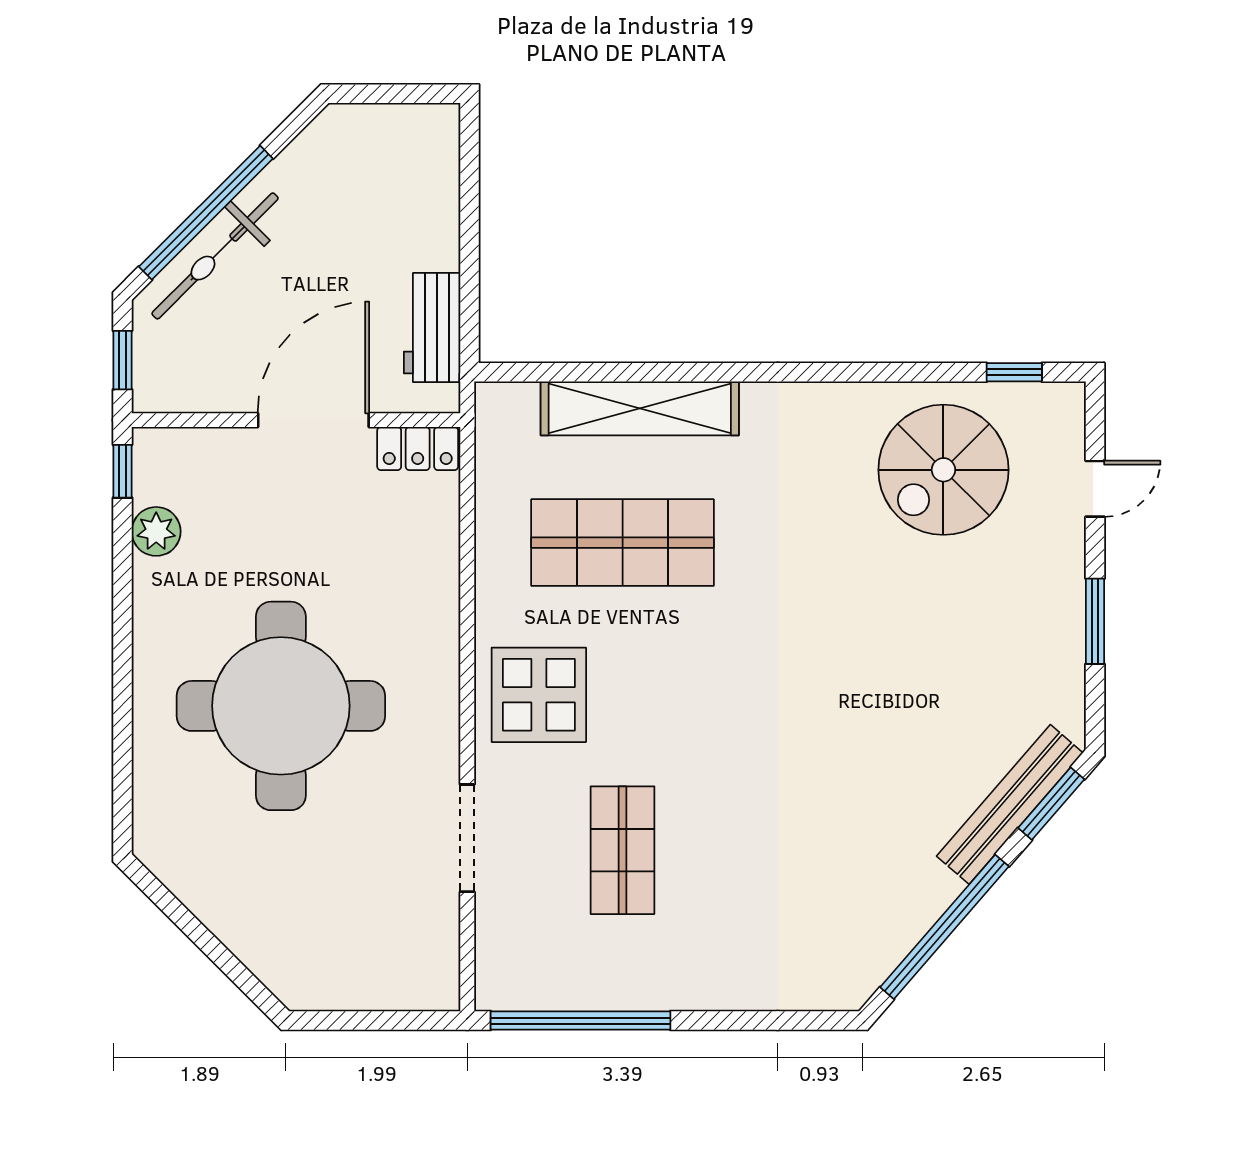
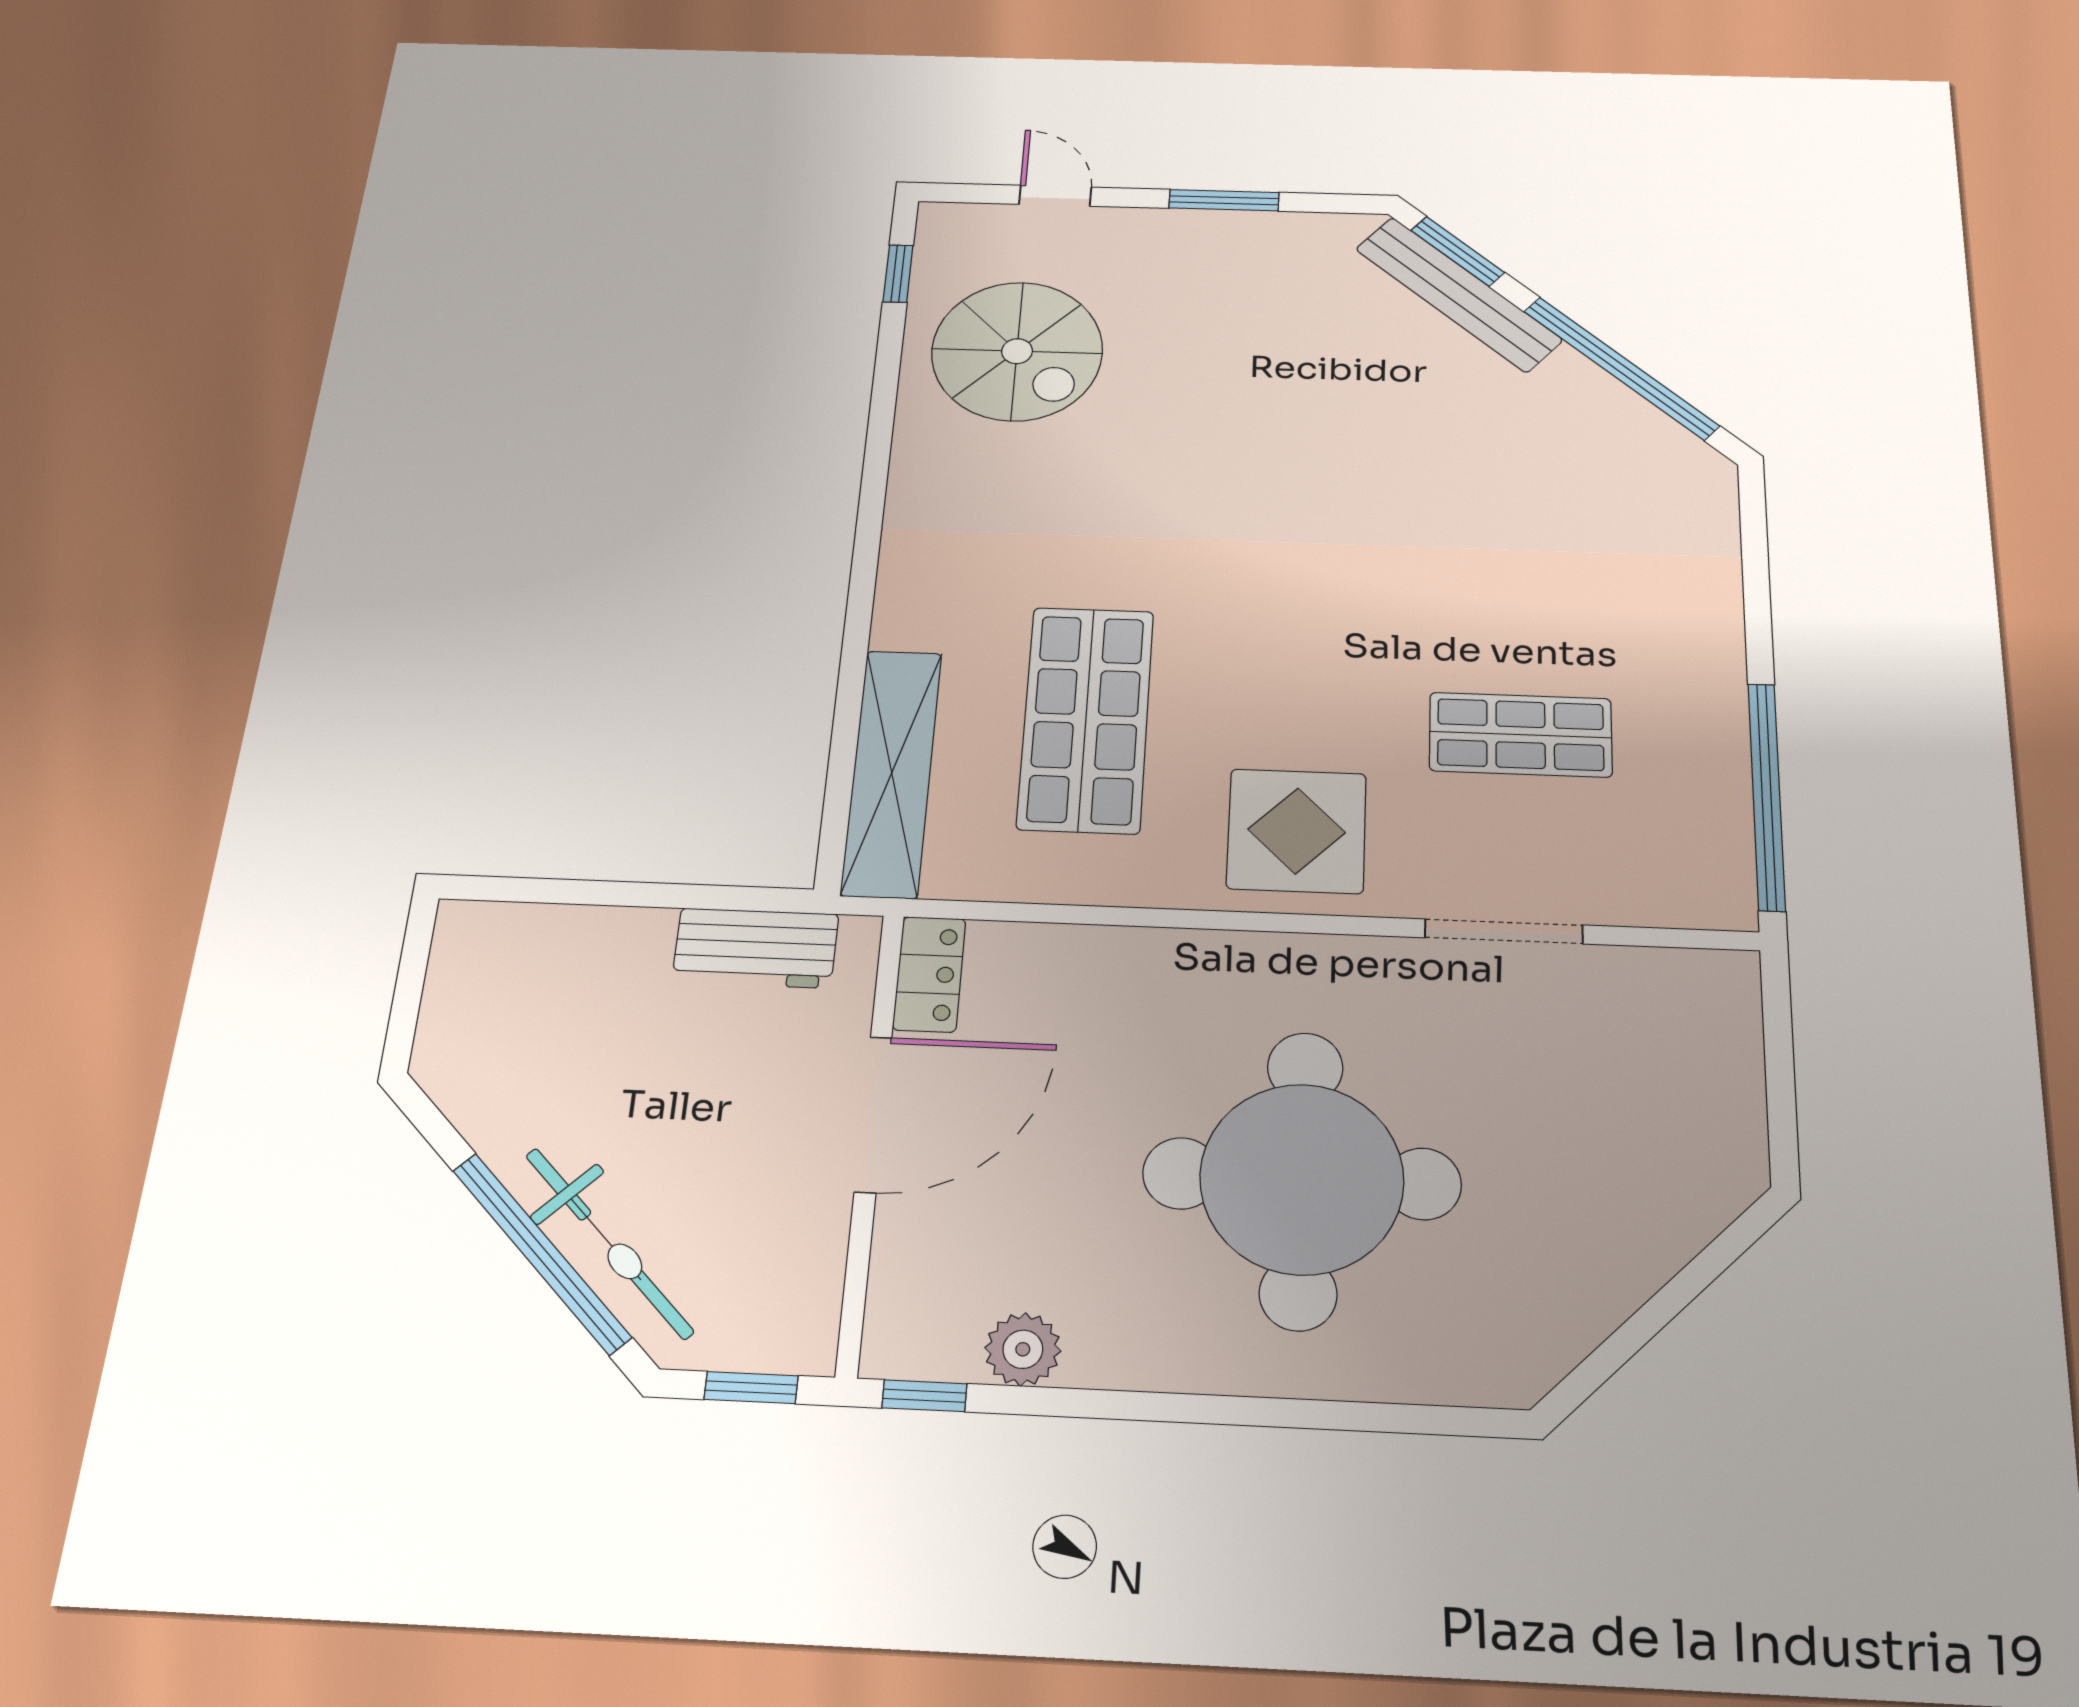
shelving: (640, 408) -> (892, 773), moved
door: (313, 420) -> (873, 1114), swing flipped

